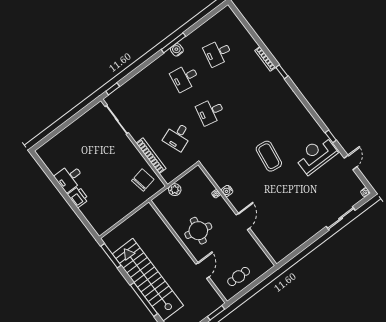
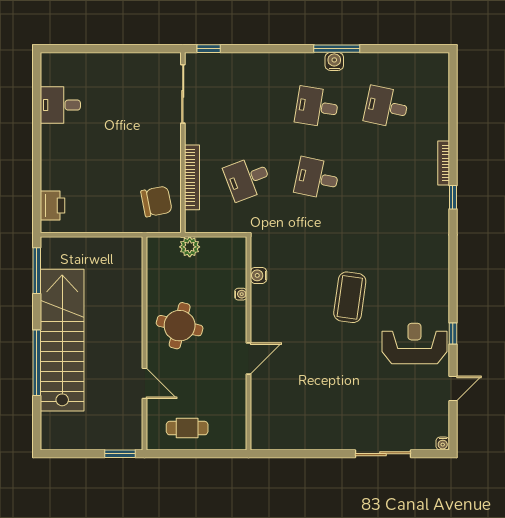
desk: (69, 178) -> (60, 105), moved
water cooler: (227, 191) -> (259, 275), moved
printer: (78, 197) -> (53, 205), moved
door: (202, 271) -> (145, 383), hinge flipped

